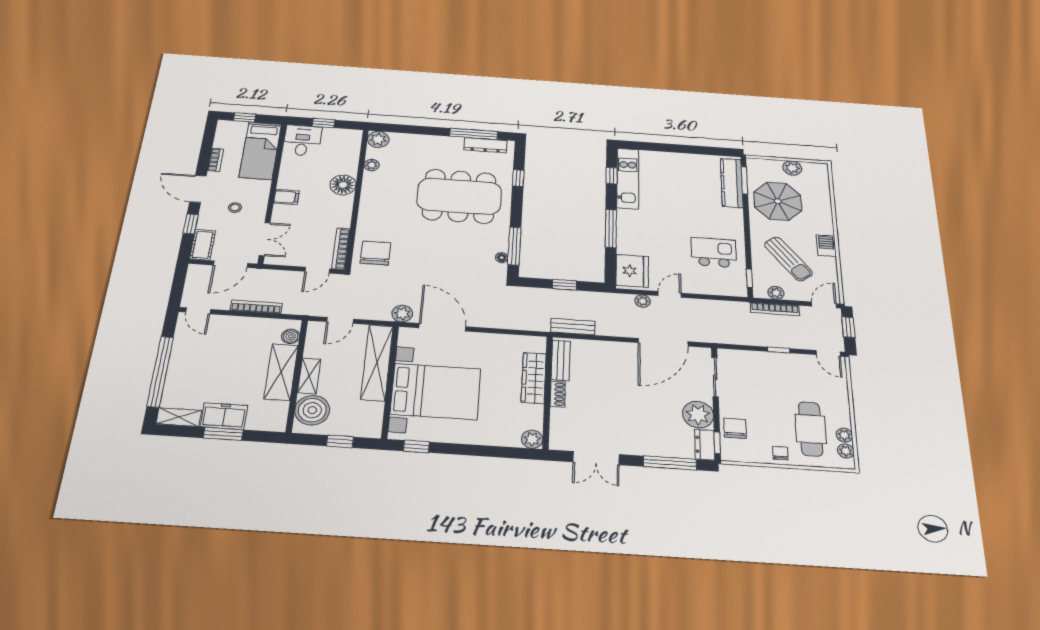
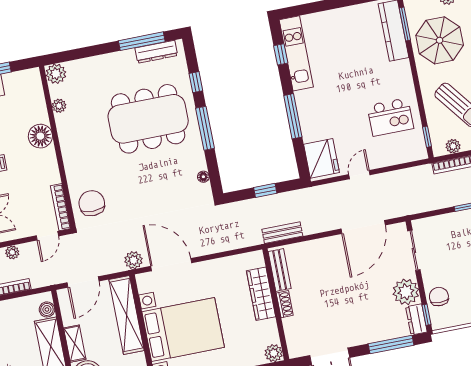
window: (514, 246) -> (205, 128), moved
kitchen island: (714, 252) -> (390, 117), turned 180
plant: (643, 301) -> (12, 252), moved
door: (340, 320) -> (83, 282), width x1.38

